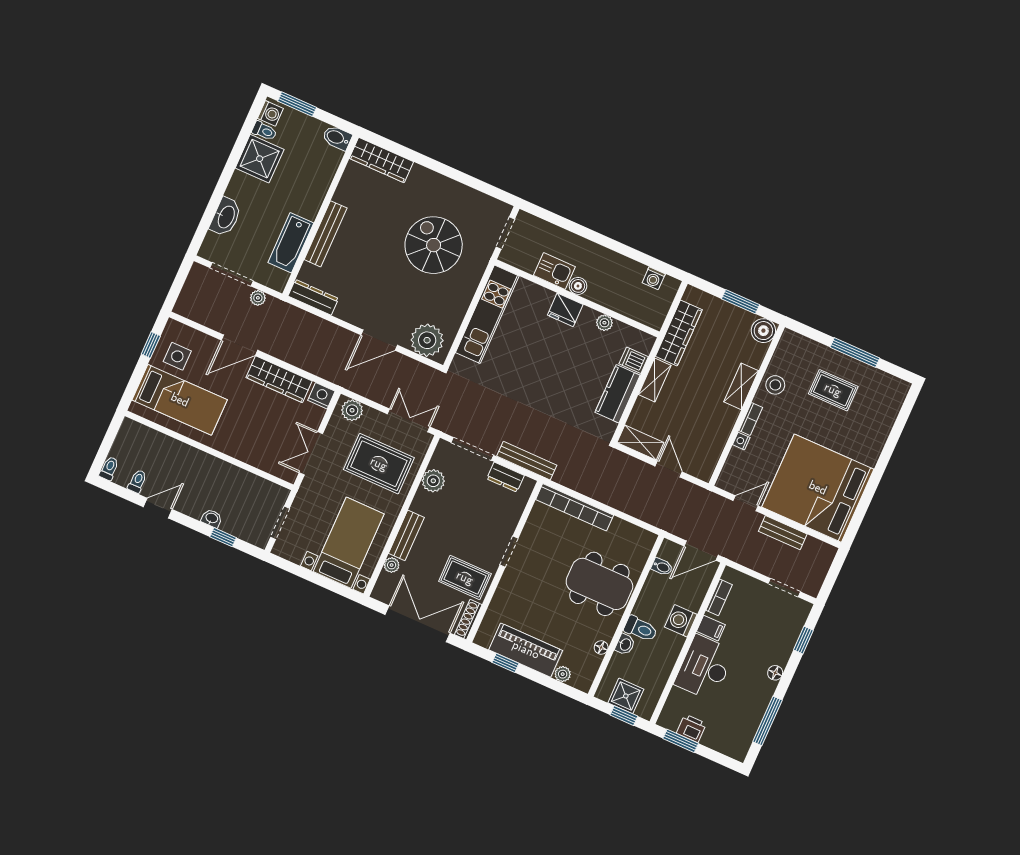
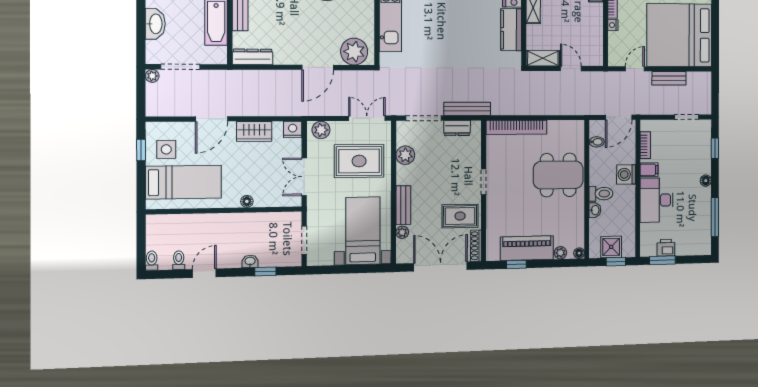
plant: (258, 298) -> (152, 76), moved
wardrobe: (279, 379) -> (254, 131), width x0.67
floor lamp: (237, 452) -> (247, 201), added
floor lamp: (601, 647) -> (579, 253), moved

